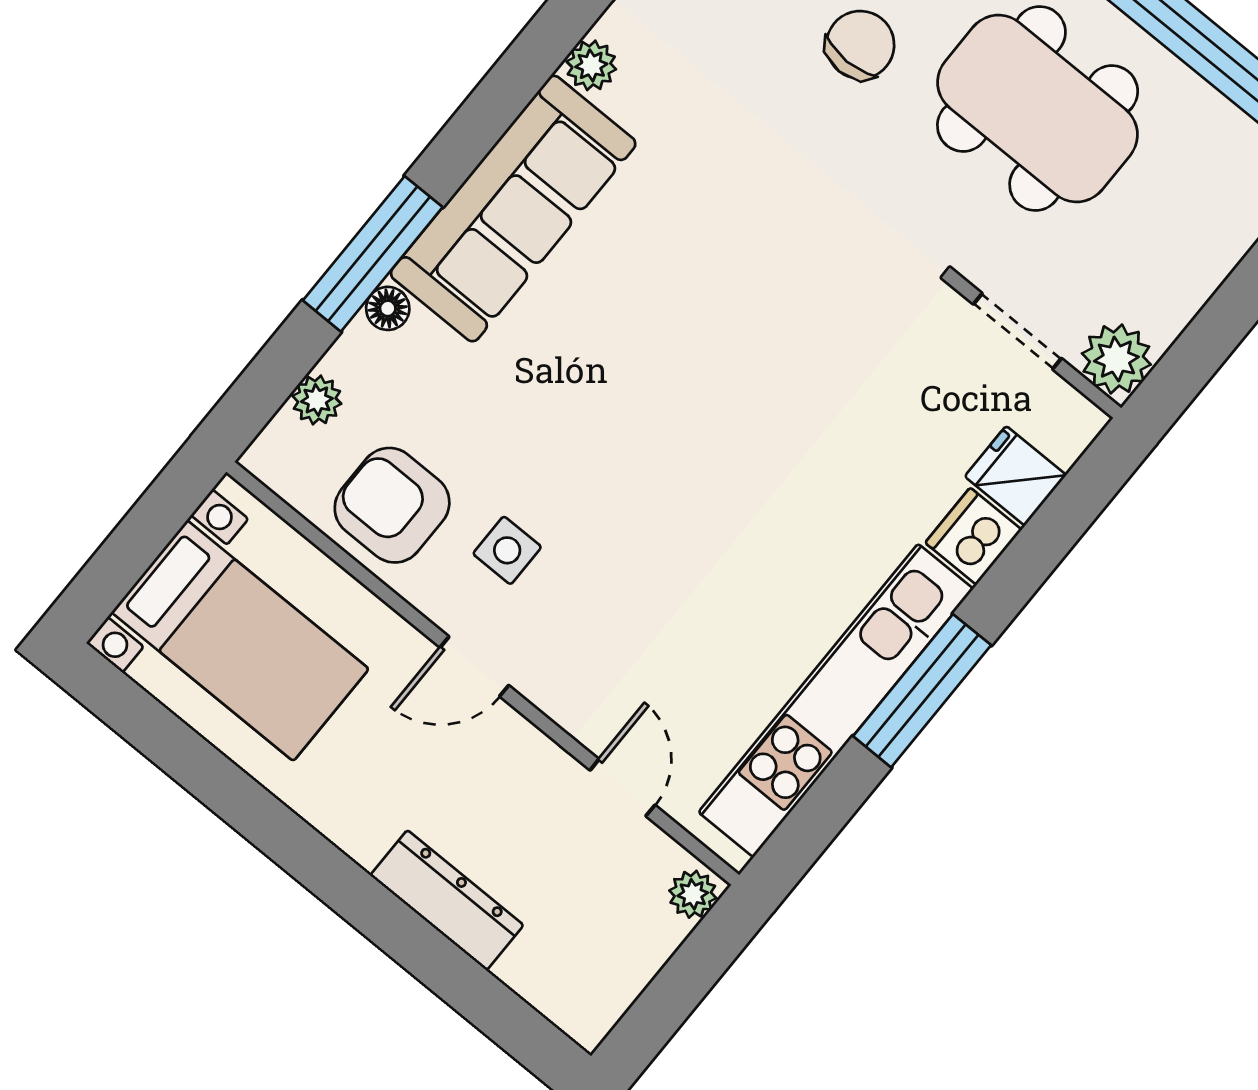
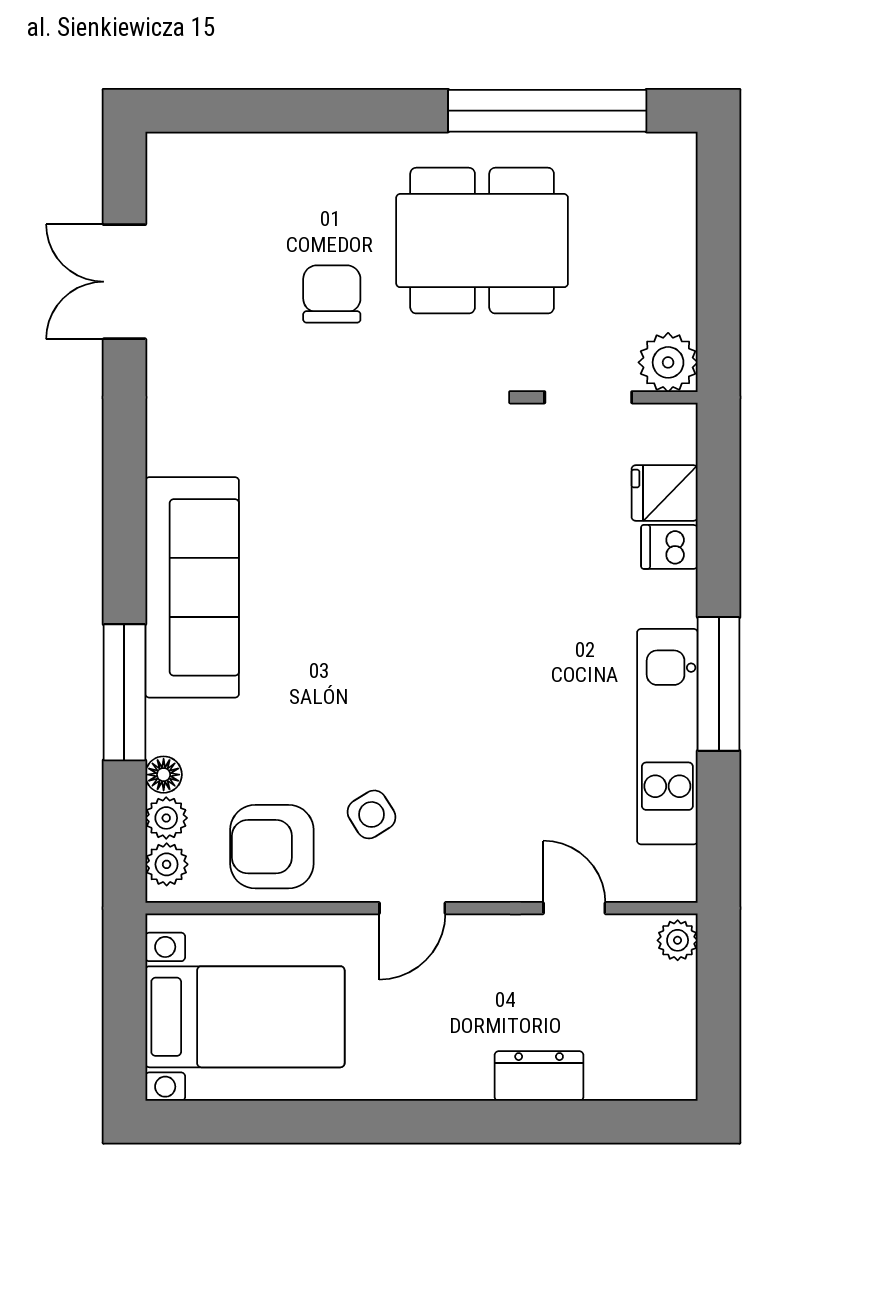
plant: (591, 65) -> (167, 864), moved
floor lamp: (388, 308) -> (164, 775), moved
dishwasher: (973, 536) -> (669, 547), width x0.73
side table: (507, 550) -> (371, 814), turned -32
kitchen unit: (836, 701) -> (667, 737), width x0.73
dresser: (447, 900) -> (539, 1076), width x0.70

